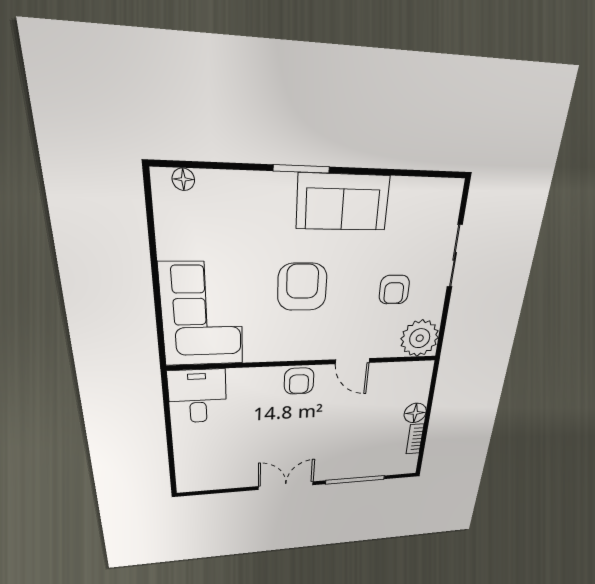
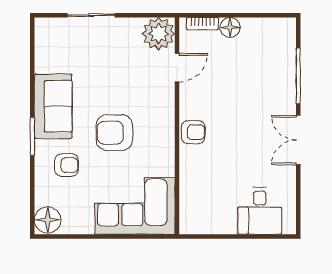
floor lamp: (183, 179) -> (48, 220), width x1.89, depth x1.89
armchair: (394, 290) -> (67, 165), moved
door: (353, 361) -> (177, 68), moved
desk: (198, 396) -> (260, 211), moved, turned -90
bookcase: (415, 439) -> (202, 24), moved

